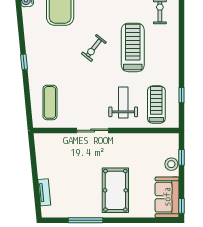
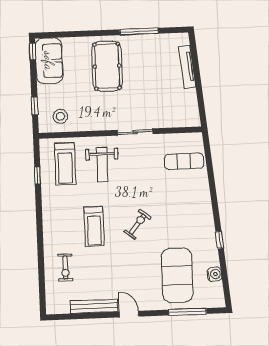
treadmill: (133, 47) -> (94, 227), width x0.73, depth x0.73
window: (24, 62) -> (220, 240), moved
exercise mat: (50, 102) -> (184, 161), turned 90
stool: (171, 164) -> (60, 116), moved
tv unit: (44, 192) -> (187, 67), width x1.41

